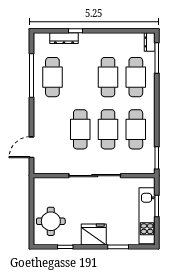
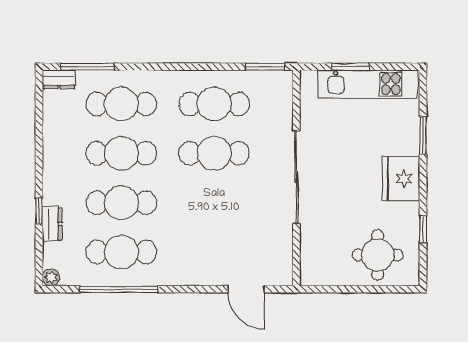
plant: (38, 37) -> (51, 277), added
dresser: (64, 38) -> (52, 224), width x0.70
cafe table: (80, 129) -> (121, 203), moved

